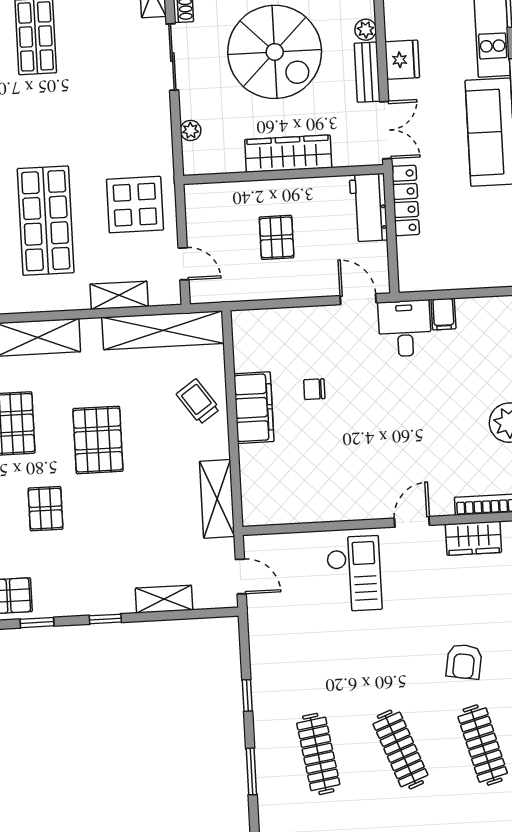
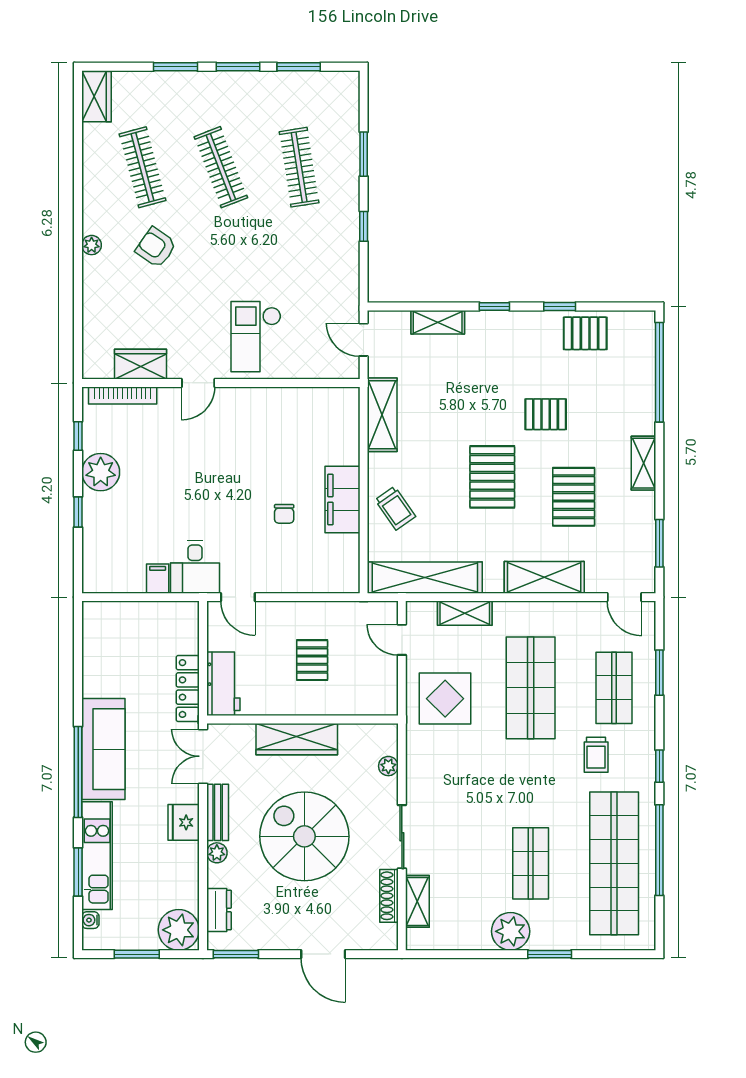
chair: (314, 389) -> (284, 514), turned 90
pallet: (46, 509) -> (546, 414), turned 90
armchair: (464, 662) -> (156, 247), turned -64

